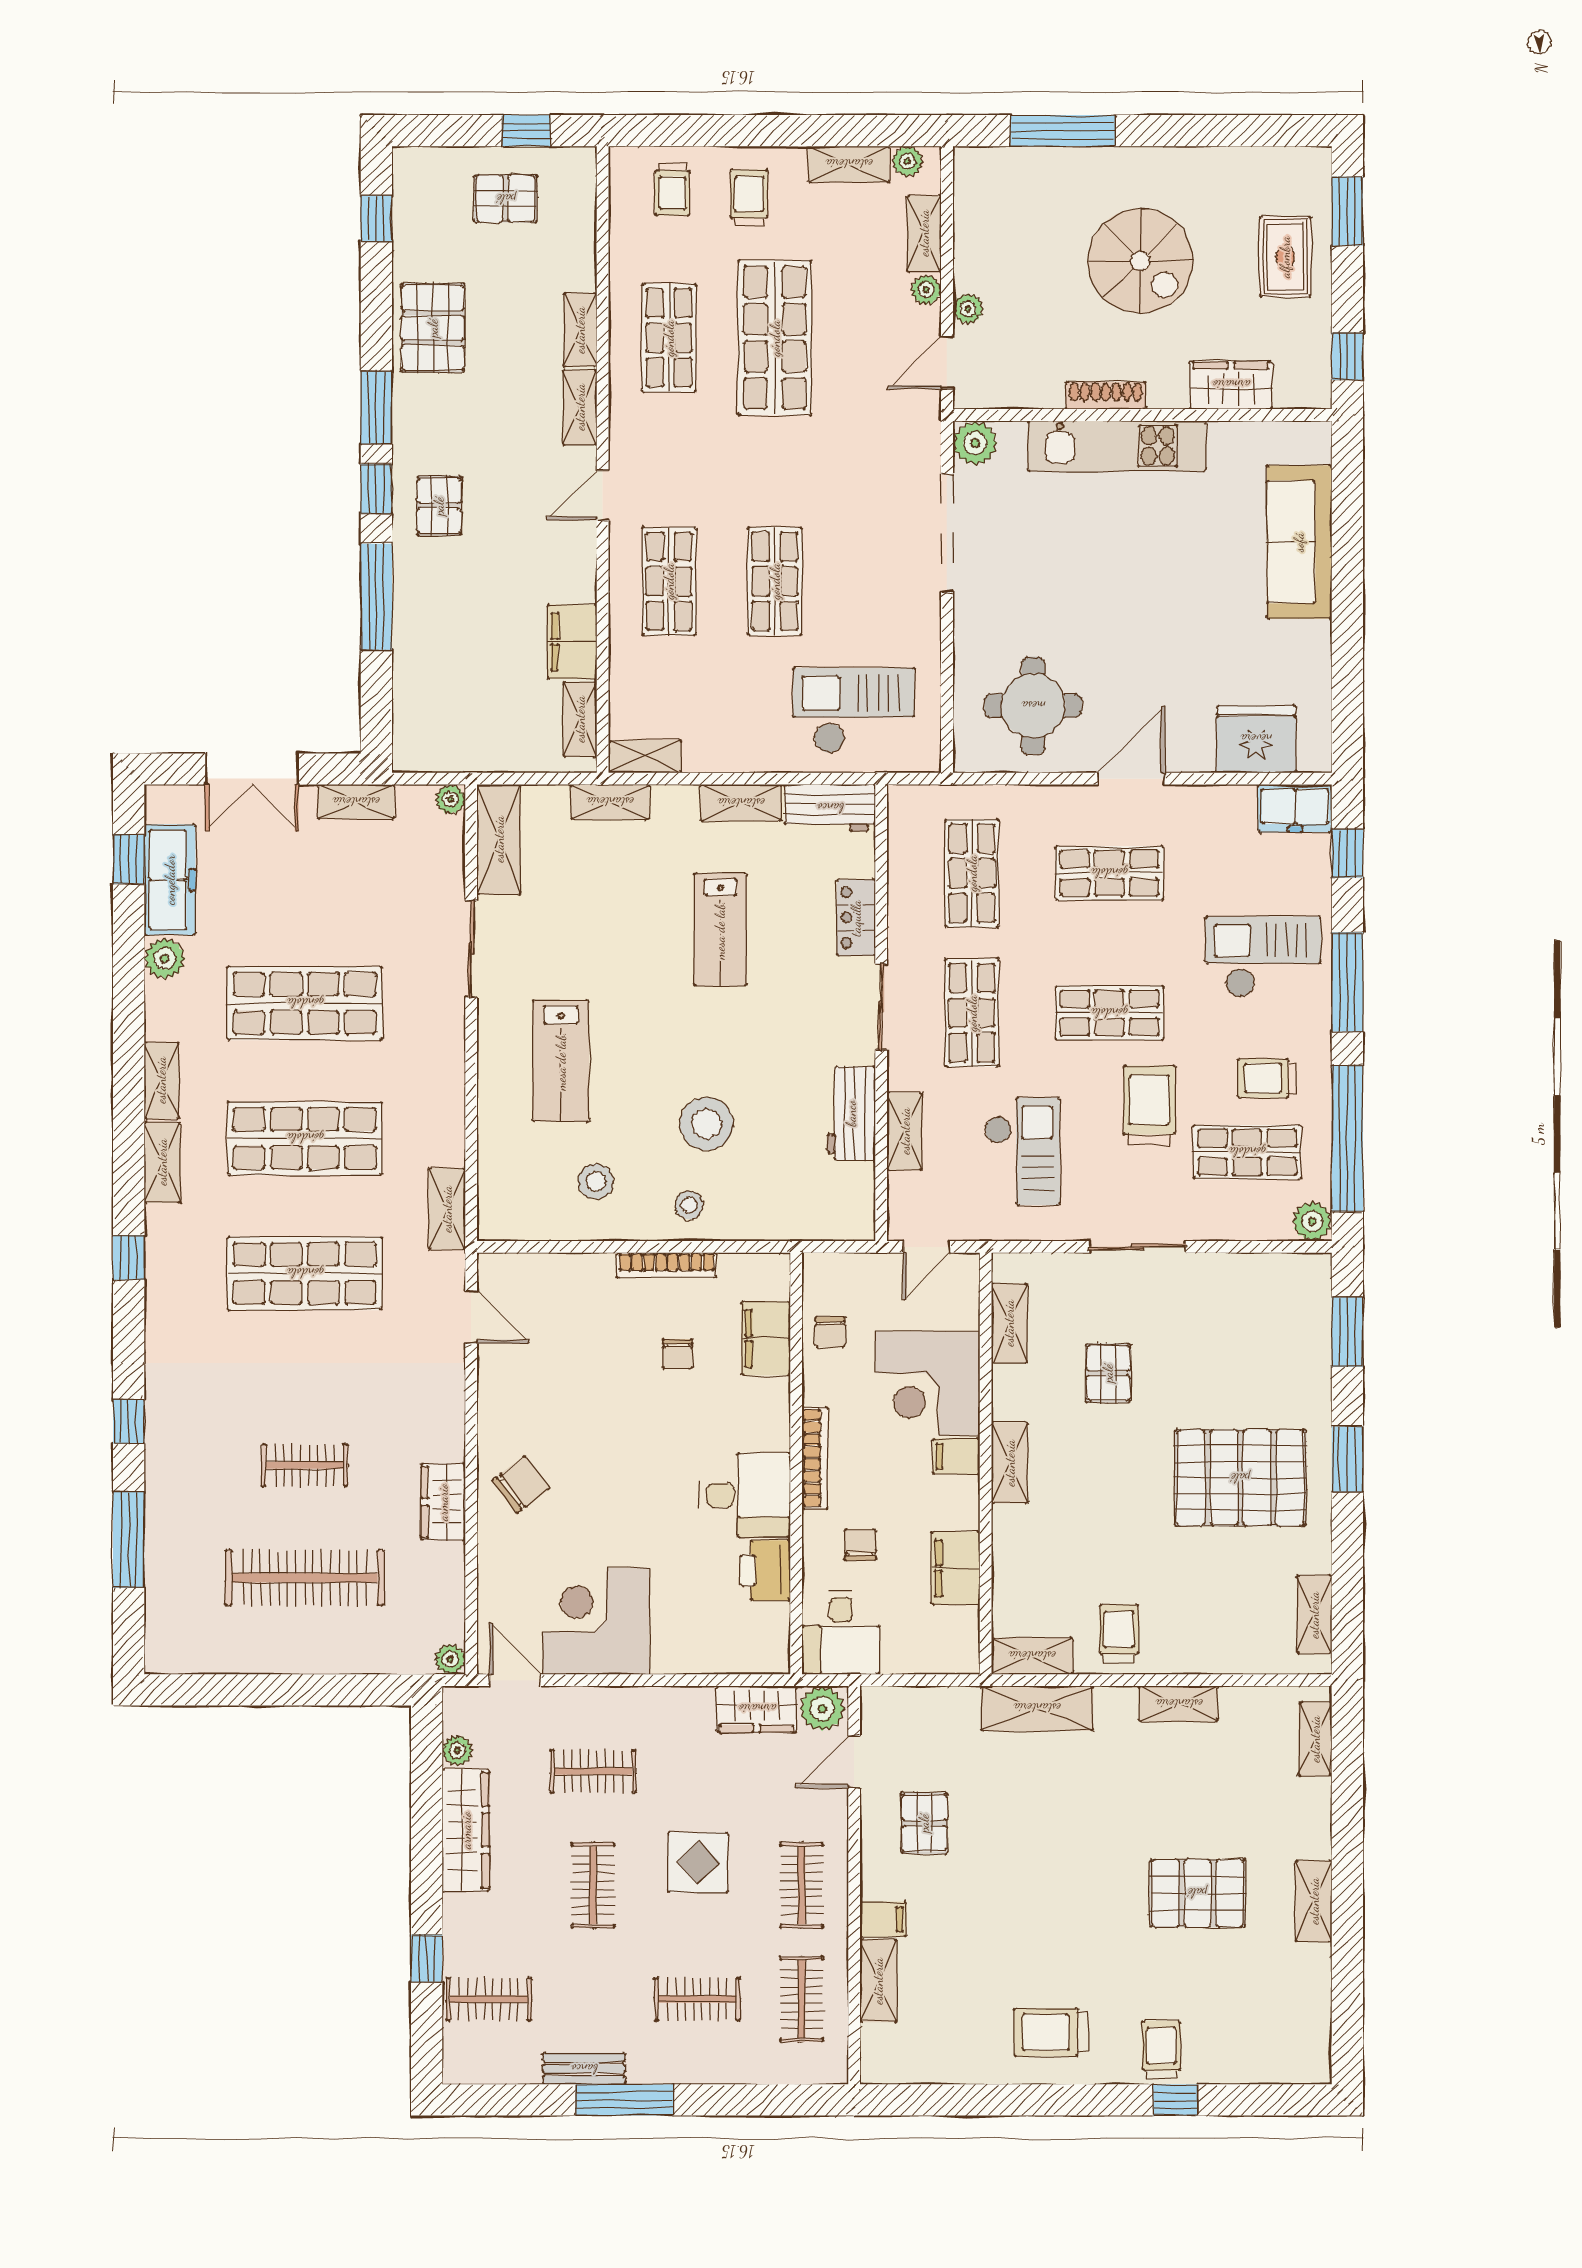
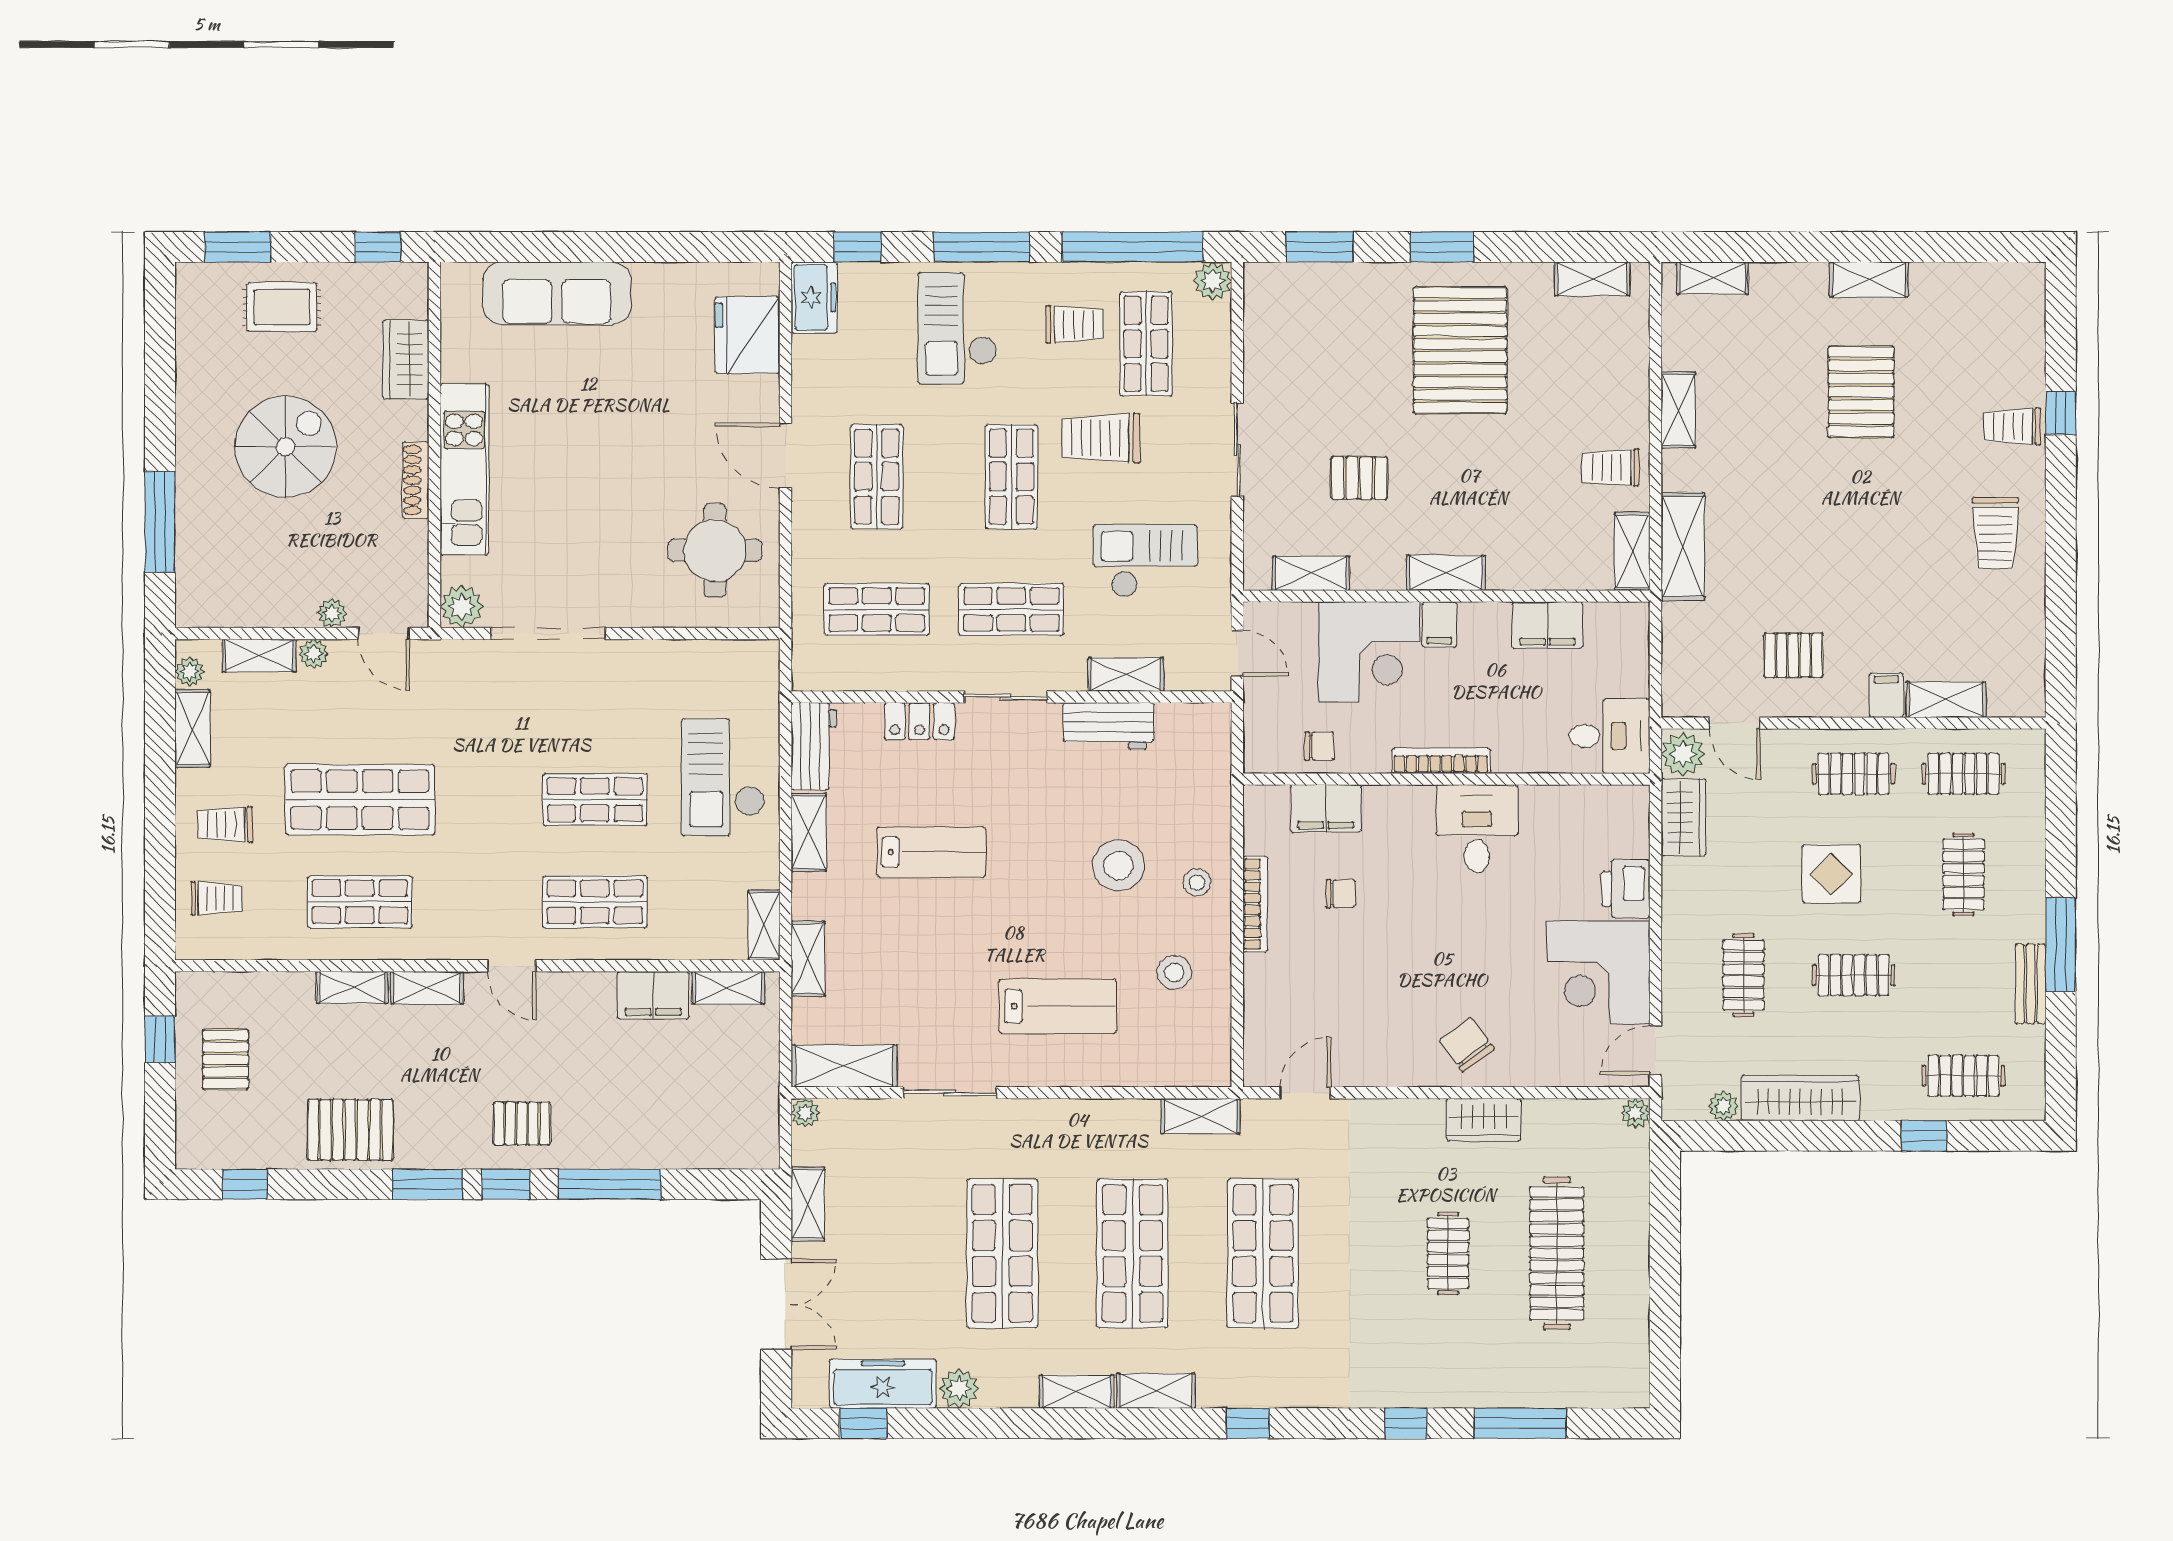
checkout: (854, 711) -> (723, 777), moved
trolley: (1267, 1078) -> (1075, 324), turned -90
chair: (860, 1545) -> (1525, 717), removed
printer: (765, 1570) -> (1626, 889), moved, turned 90
clothes rail: (489, 1999) -> (1963, 1076), turned 90

